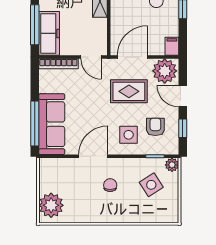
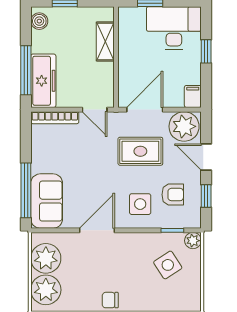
sofa: (52, 124) -> (47, 201), width x0.73
armchair: (155, 127) -> (173, 195), turned 90
plant: (51, 179) -> (46, 258), added
chair: (110, 185) -> (110, 300), moved, turned -90

